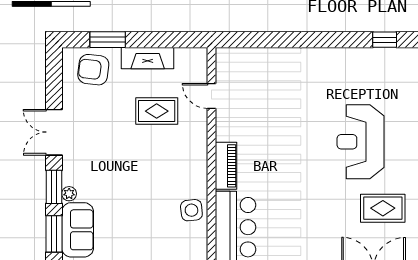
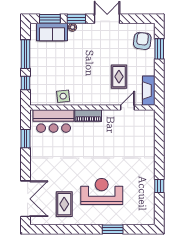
window: (385, 40) -> (159, 186), moved
fireplace: (148, 58) -> (149, 91), moved

